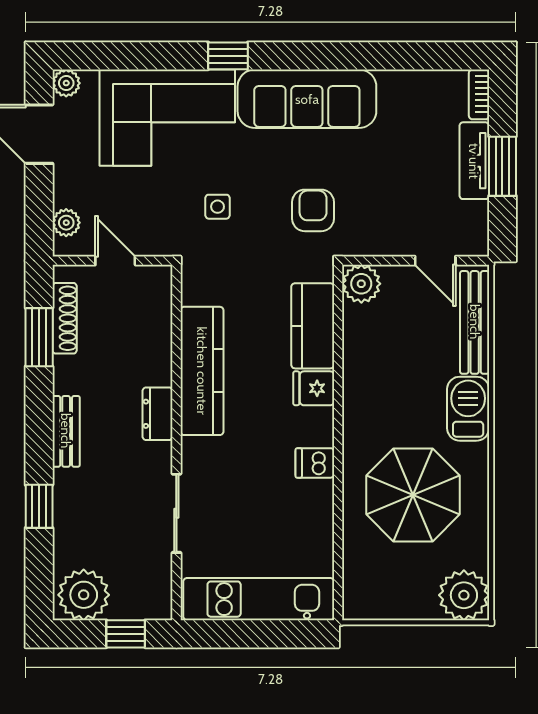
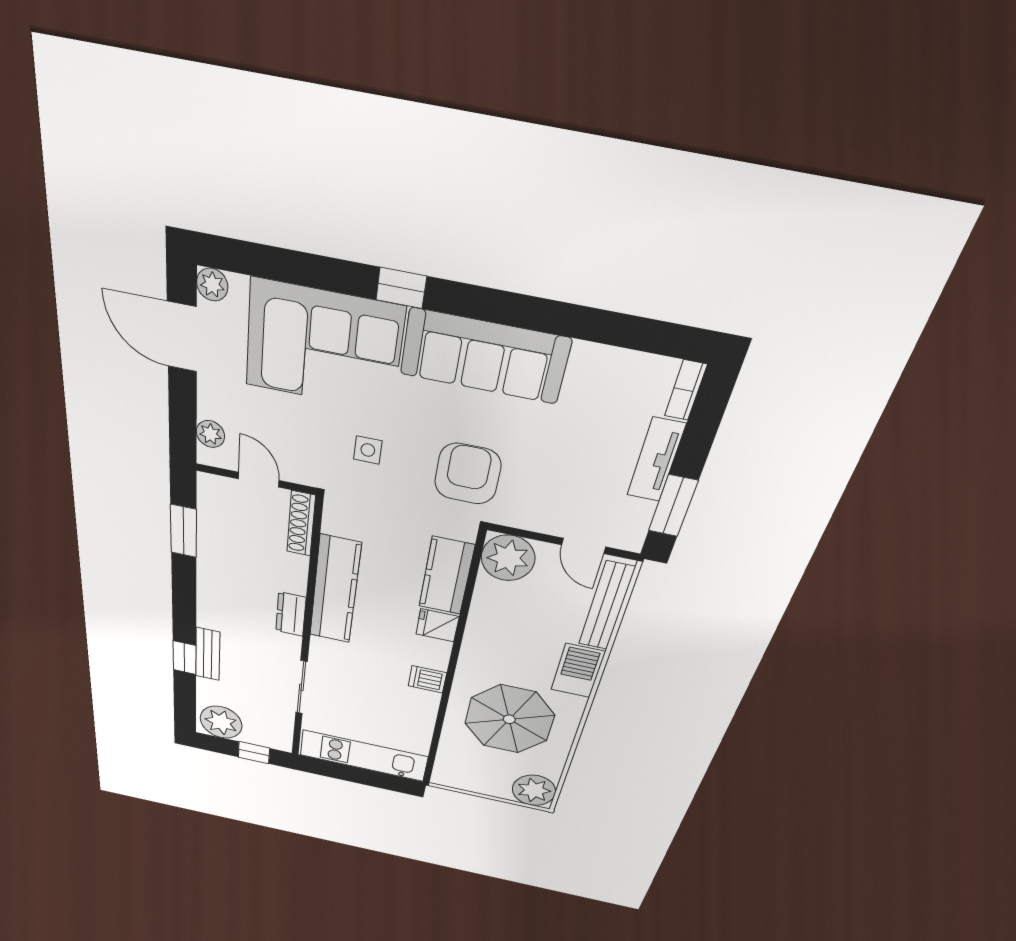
window: (502, 166) -> (673, 506), moved
armchair: (313, 210) -> (468, 474), width x1.38, depth x1.38
plant: (361, 284) -> (508, 558), width x1.36, depth x1.36
shoe rack: (65, 318) -> (301, 524), moved, turned 180
bench: (66, 431) -> (208, 654), moved

